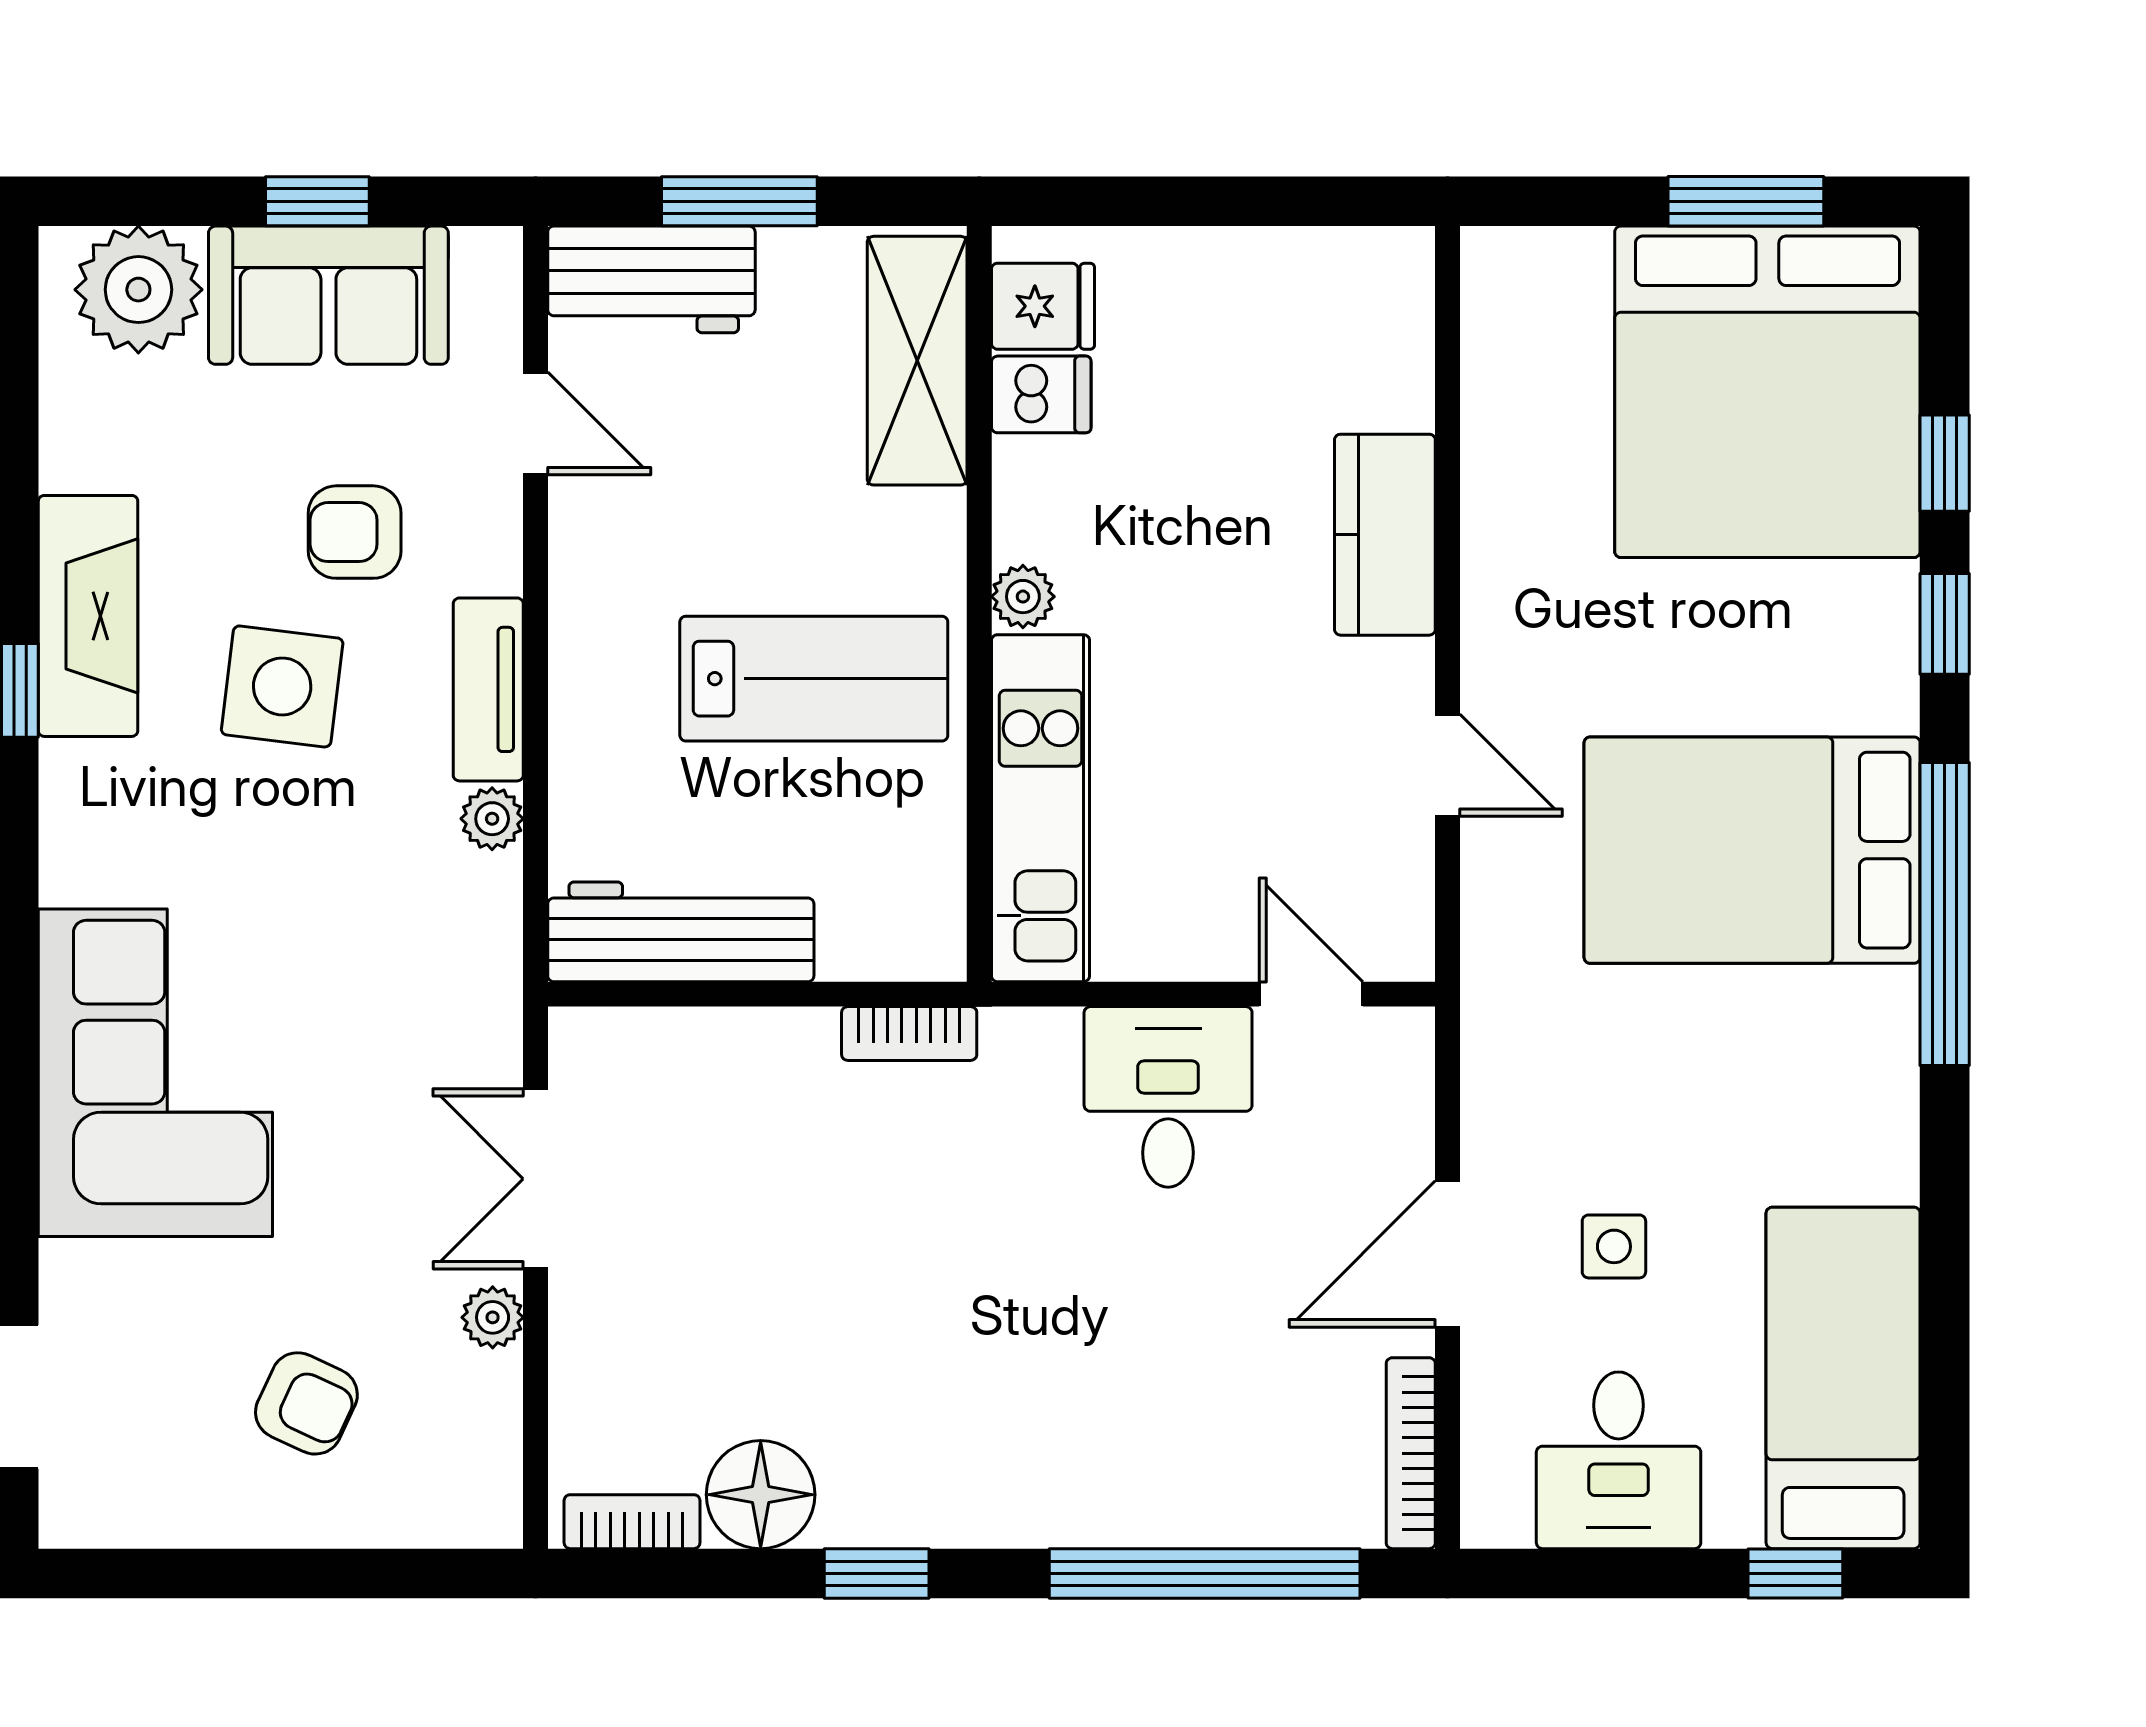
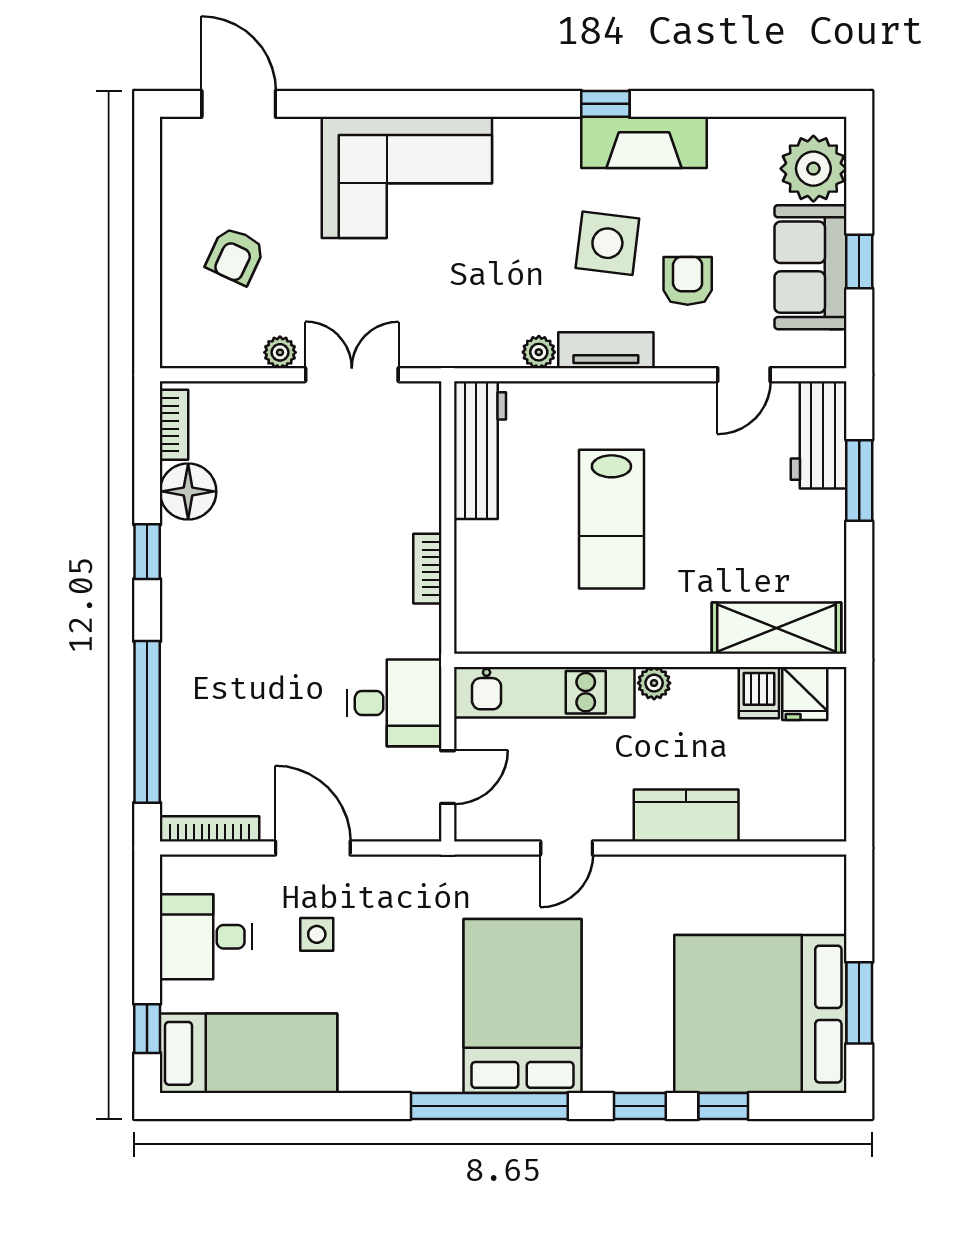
fridge: (1043, 306) -> (805, 693), moved
shelving: (917, 361) -> (777, 628), moved
dishwasher: (1041, 394) -> (759, 693), moved
plant: (1023, 597) -> (654, 683), moved
wall: (979, 604) -> (650, 660), moved
kitchen unit: (1040, 808) -> (544, 692), moved

